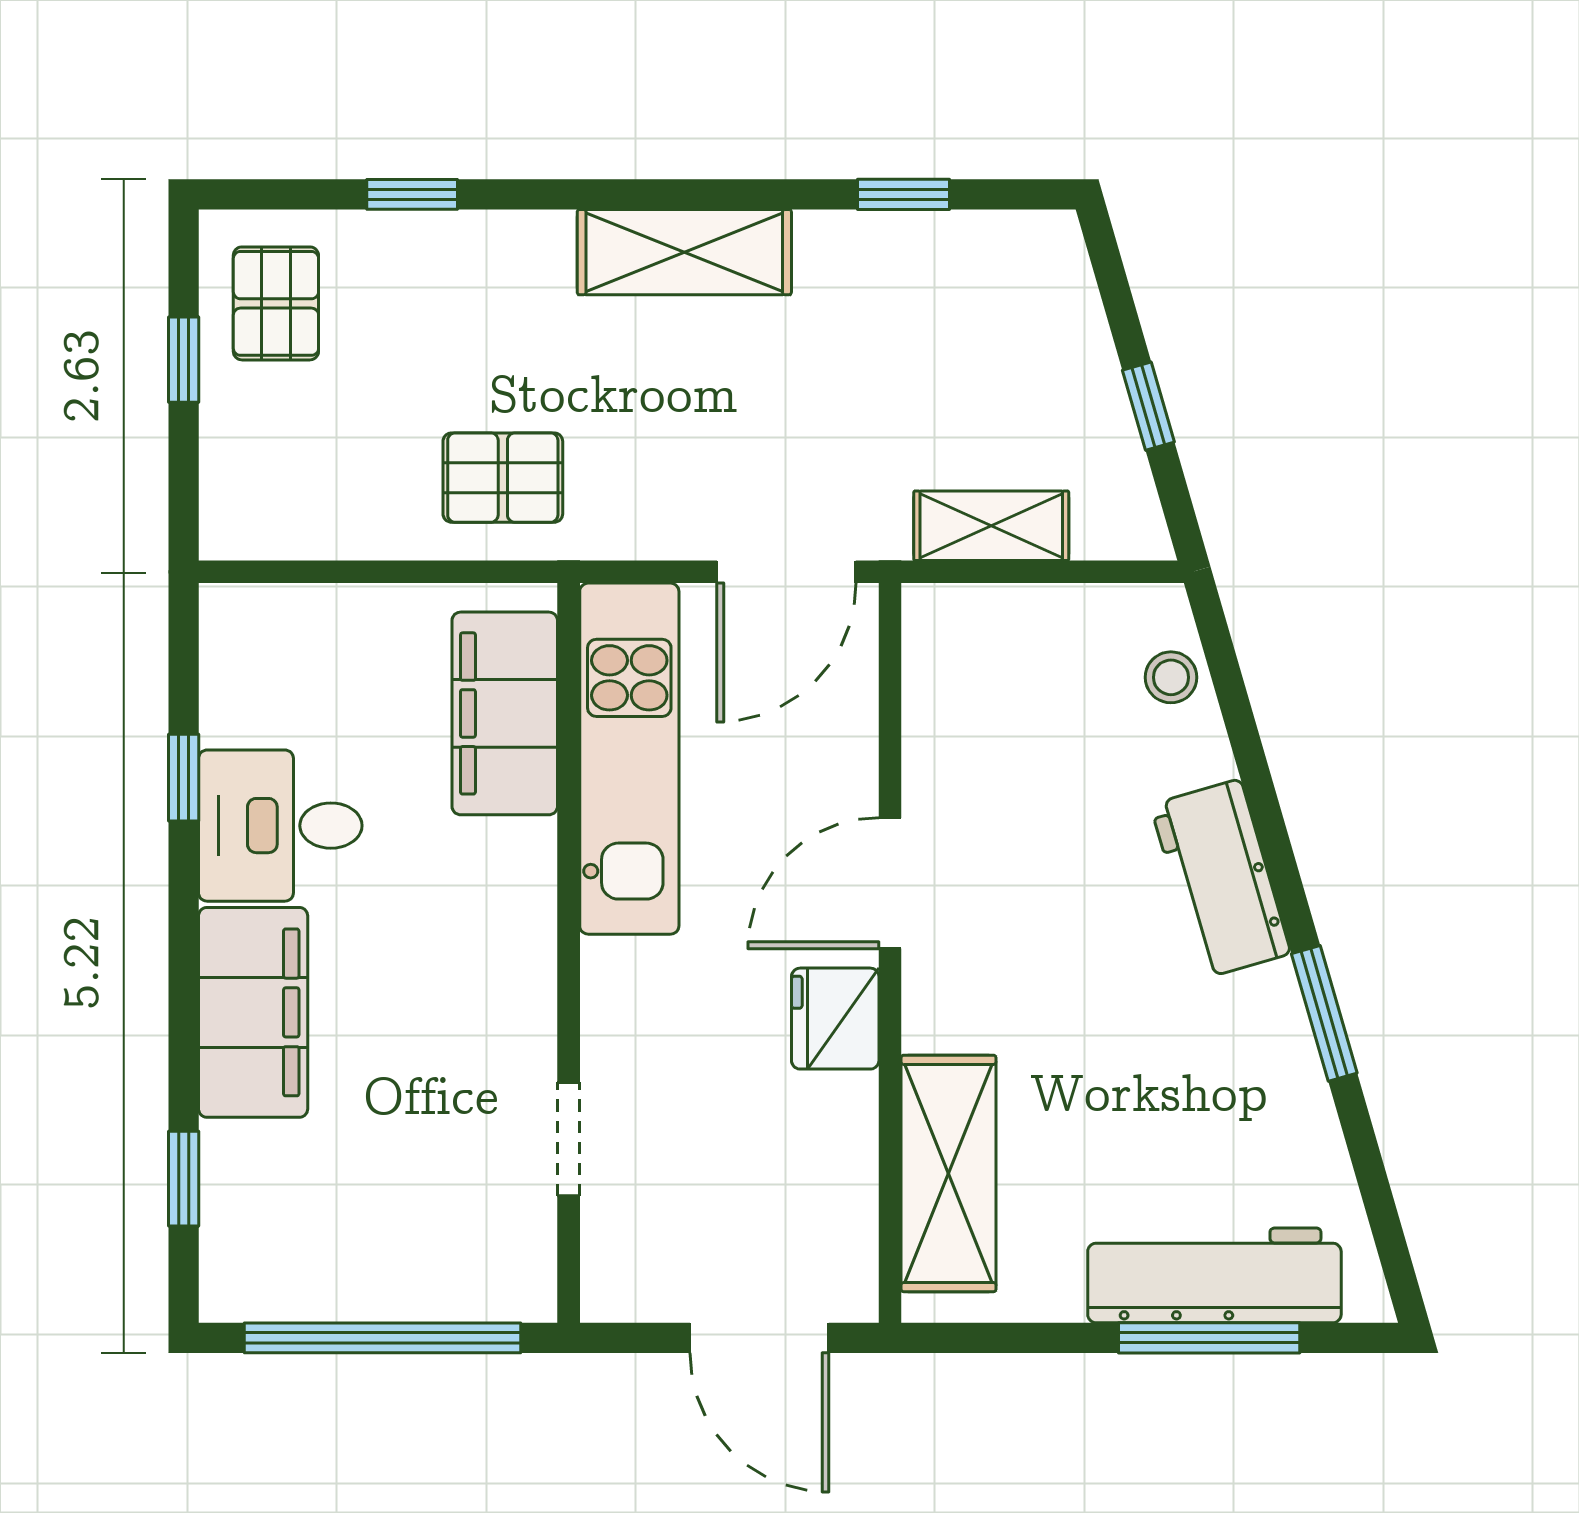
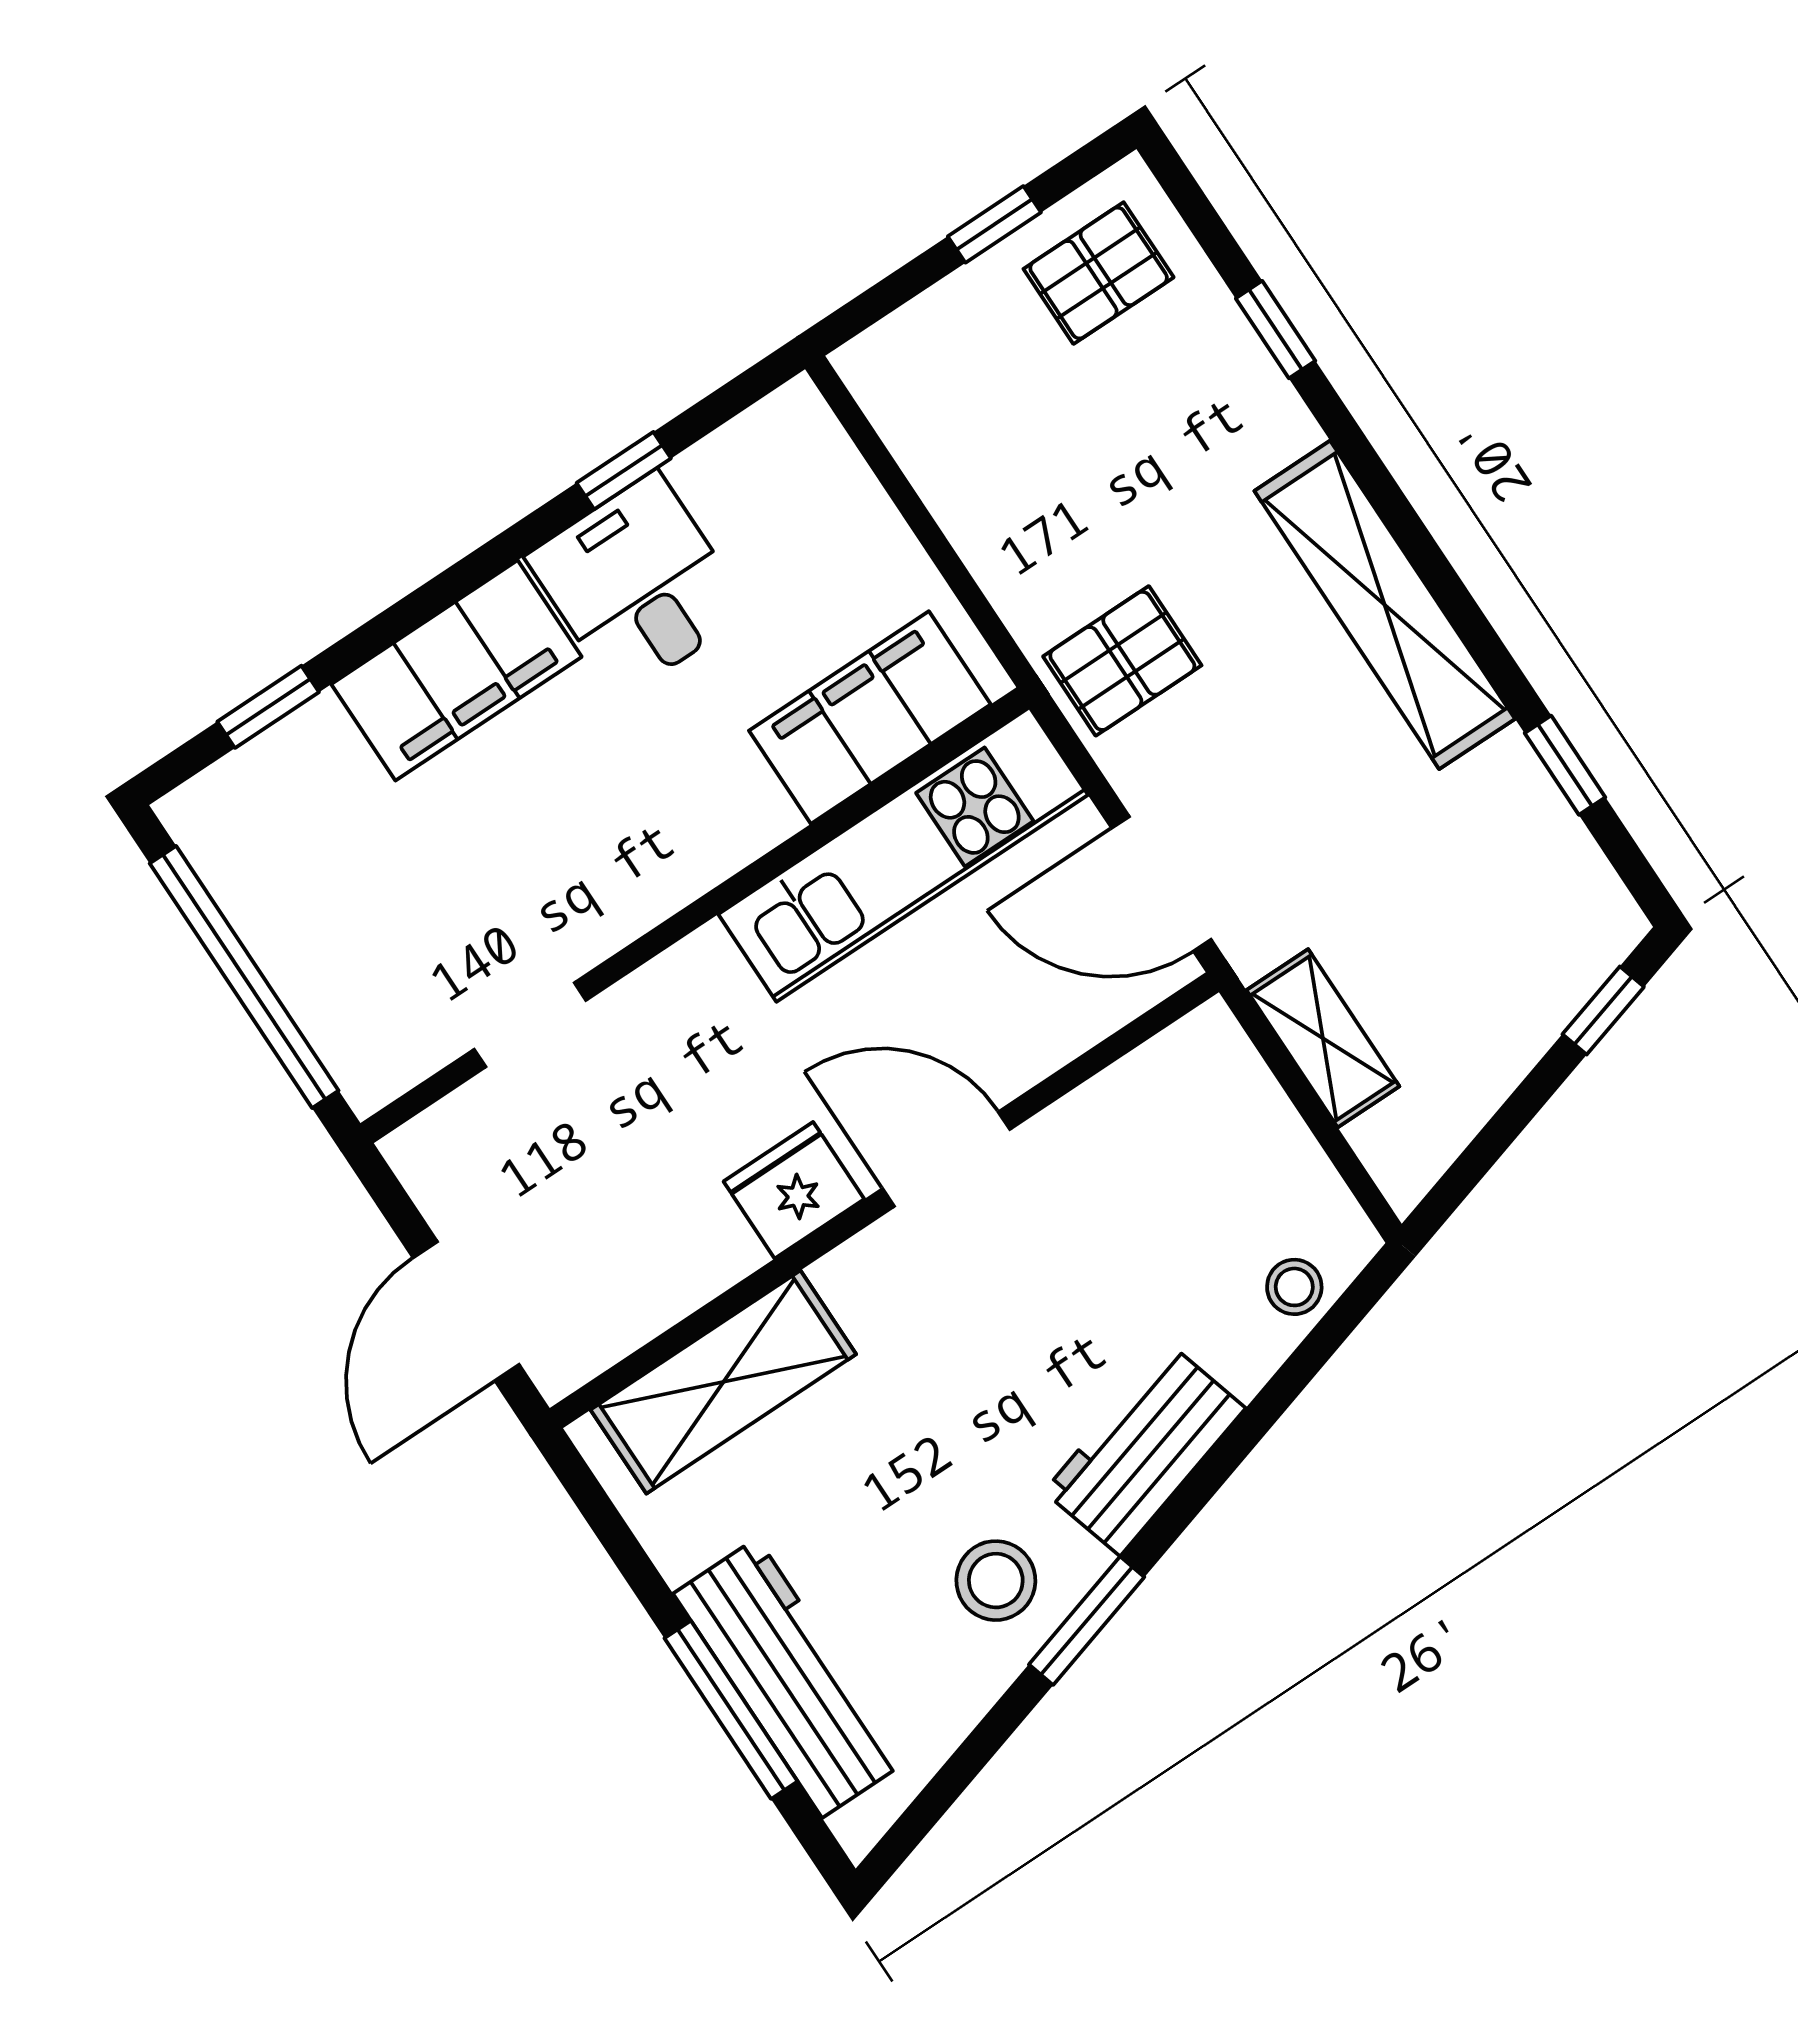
shelving: (684, 252) -> (1385, 605), width x1.47
window: (1148, 406) -> (1603, 1011), moved
pallet: (503, 478) -> (1122, 661), moved, turned 90
stool: (1246, 1064) -> (996, 1581), added

